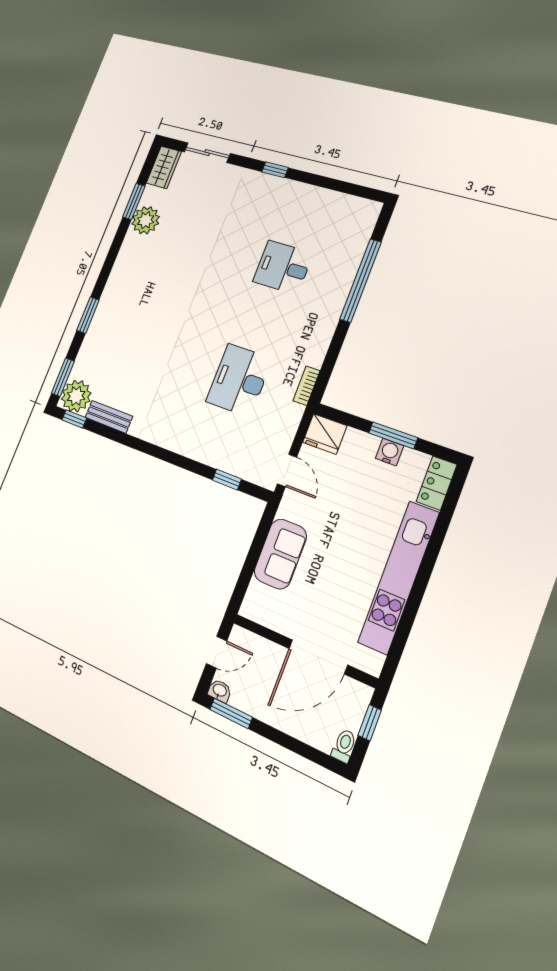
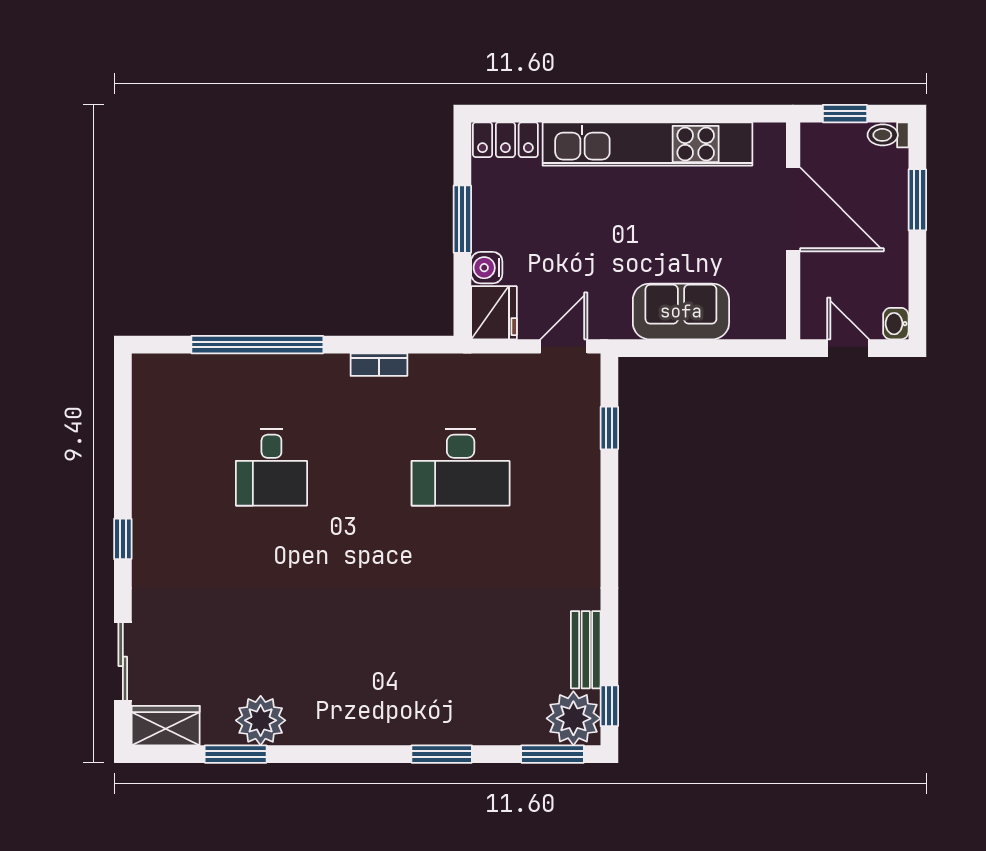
bookcase: (306, 386) -> (379, 365), moved
water cooler: (389, 452) -> (487, 268), moved
window: (231, 713) -> (917, 200), moved

